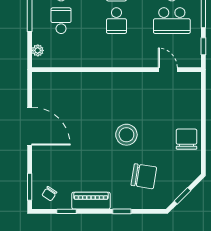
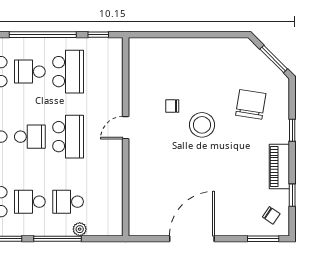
school desk: (116, 21) -> (68, 137), width x1.85
plant: (38, 50) -> (80, 229), moved
door: (168, 70) -> (126, 128), moved
chair: (187, 139) -> (172, 106), moved, width x0.54, depth x0.54
window: (183, 196) -> (274, 59), width x1.50

